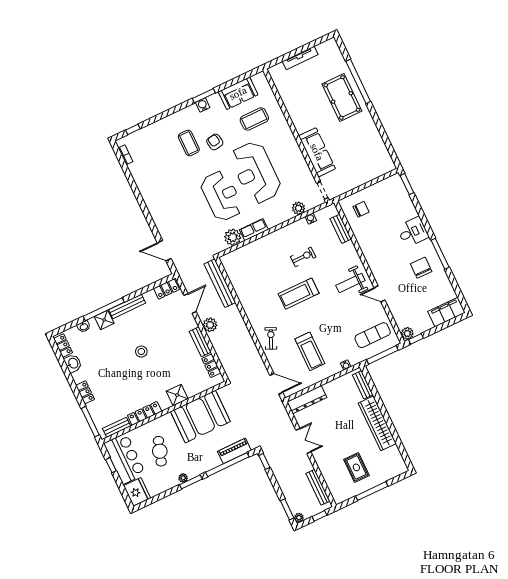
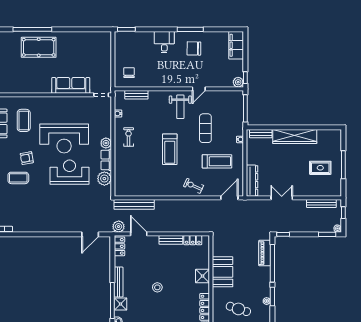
plant: (299, 208) -> (106, 143), moved
exercise bike: (303, 257) -> (129, 137), moved
plant: (210, 325) -> (119, 227), moved
exercise mat: (373, 335) -> (205, 128), moved
booth: (200, 417) -> (223, 272), width x0.73, depth x0.70

